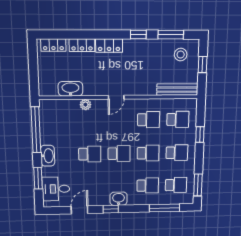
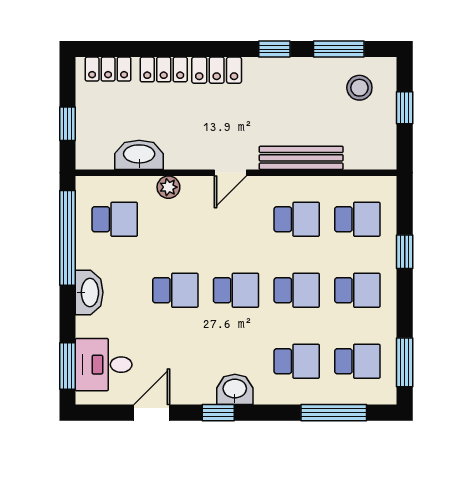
window: (33, 73) -> (67, 124), added
bench: (177, 90) -> (301, 158), moved
school desk: (59, 121) -> (115, 219), added
window: (38, 178) -> (67, 366), moved

